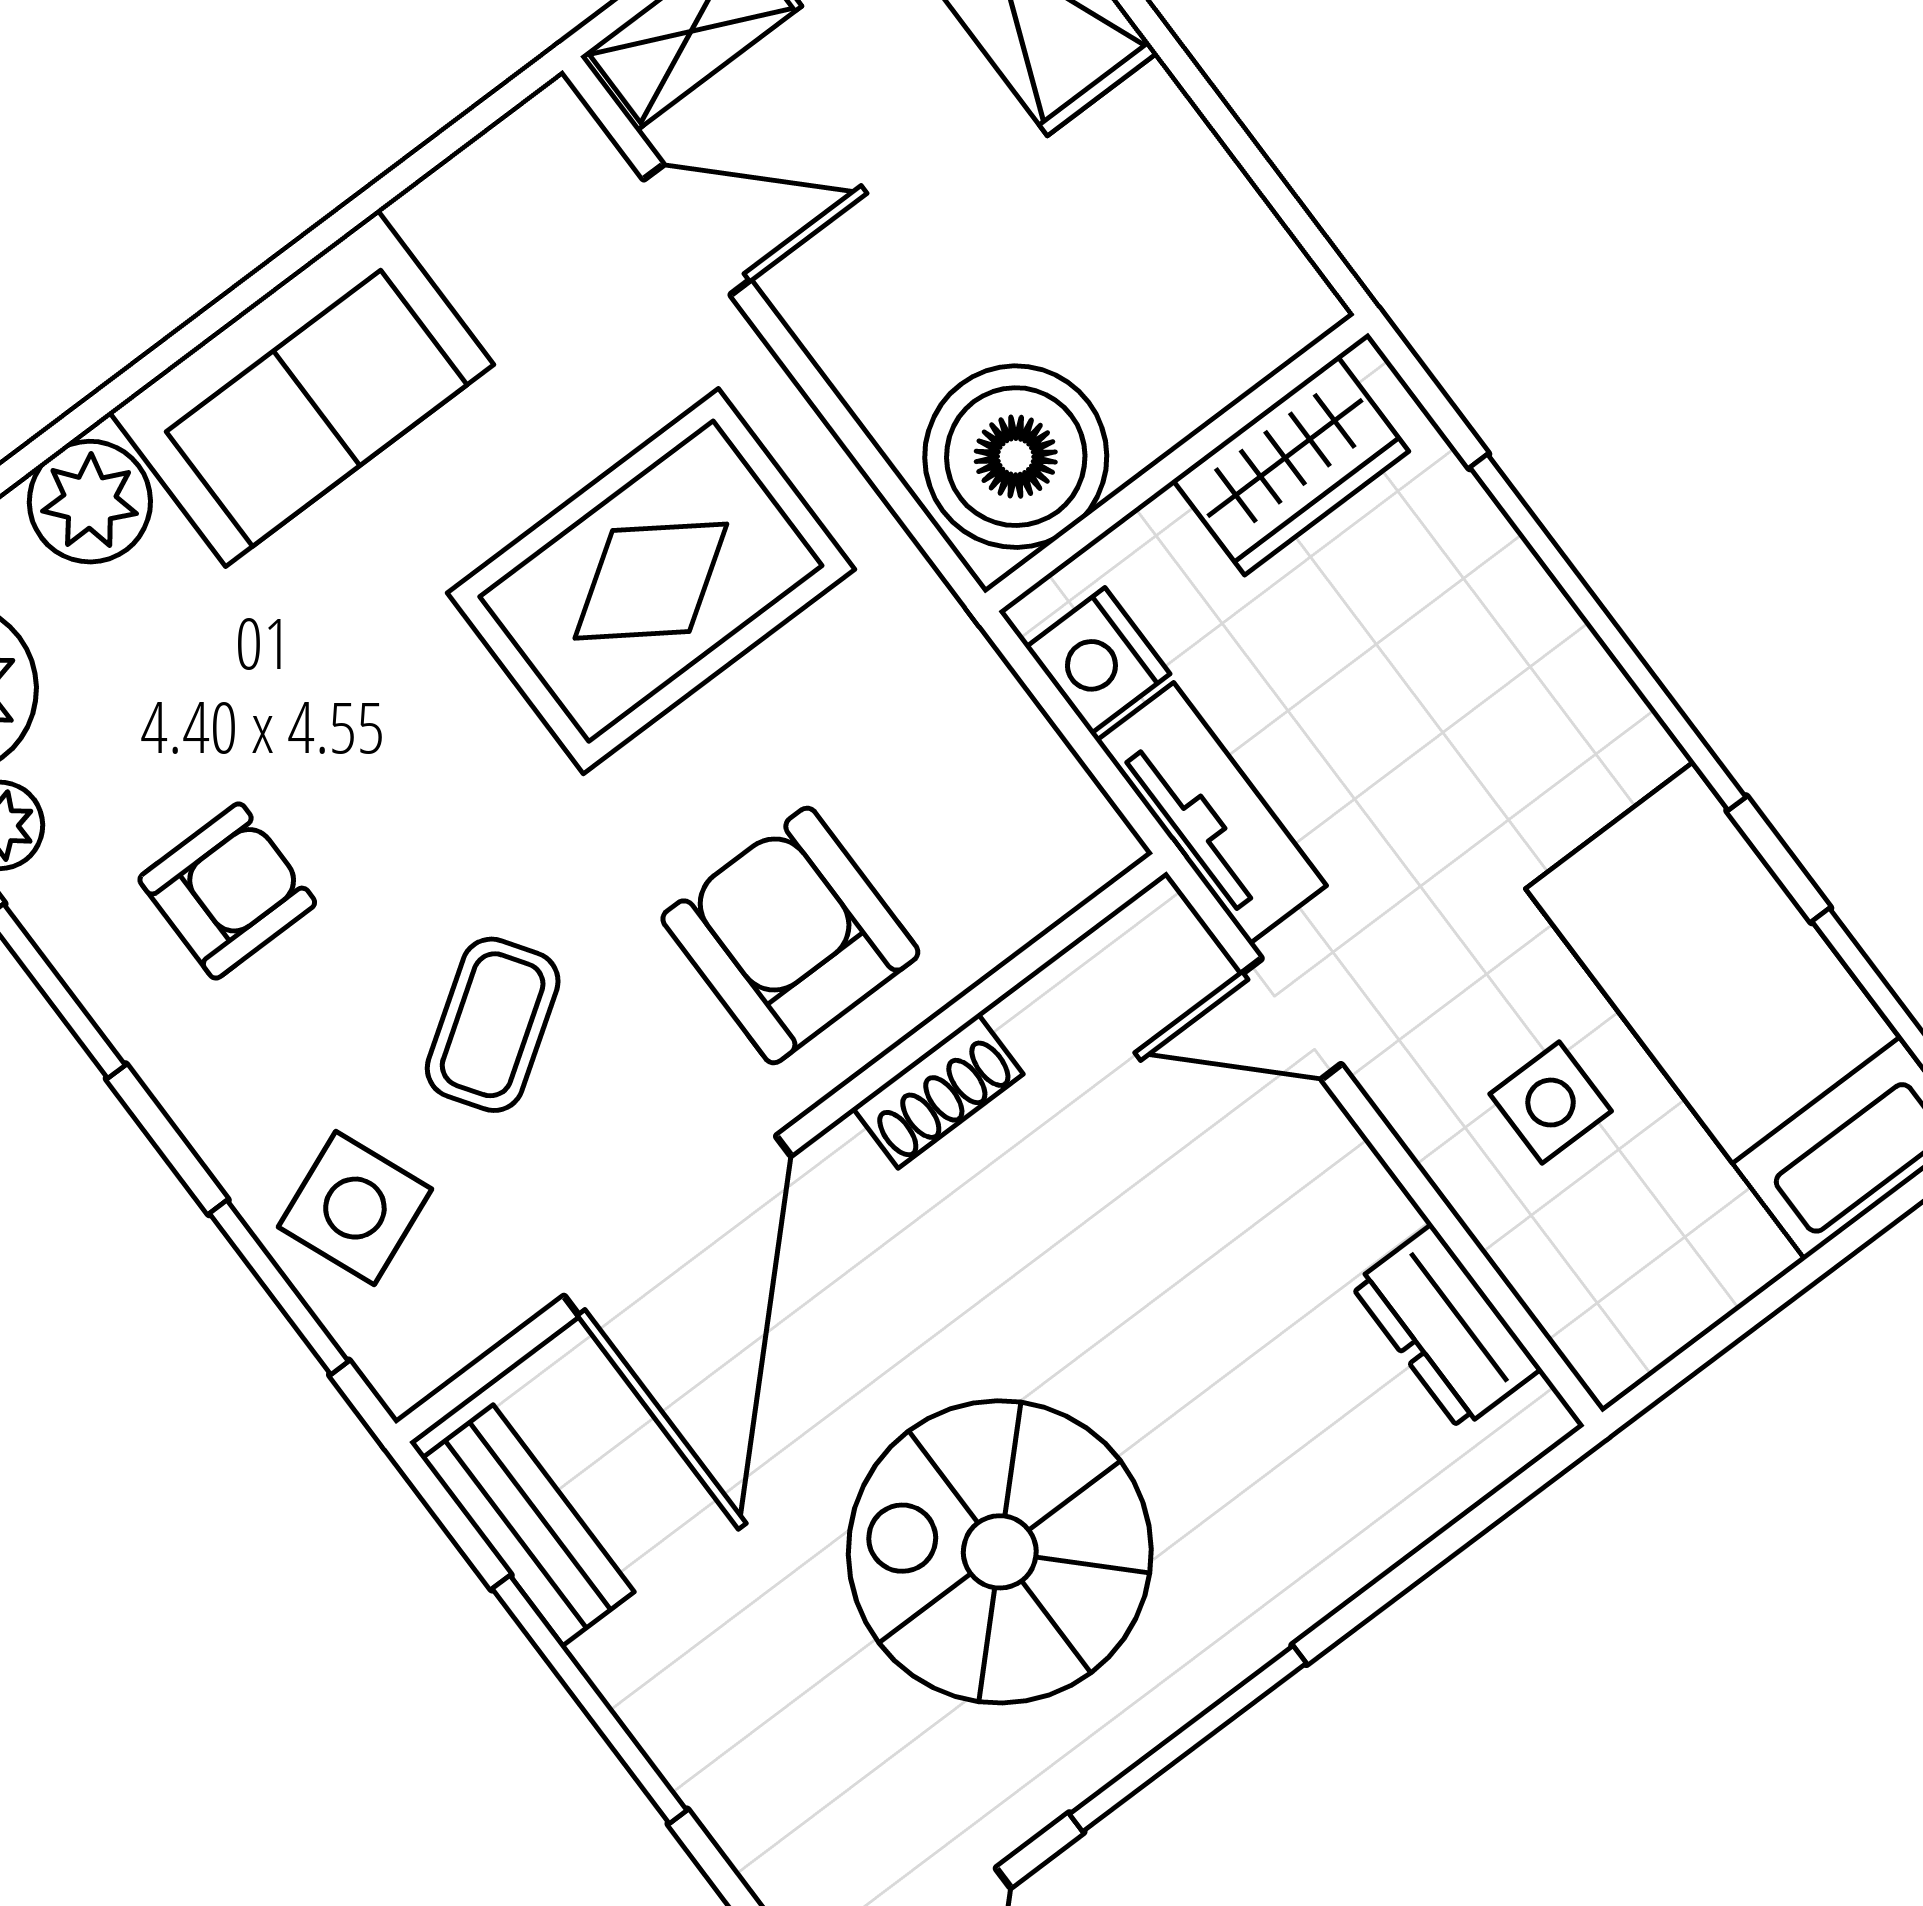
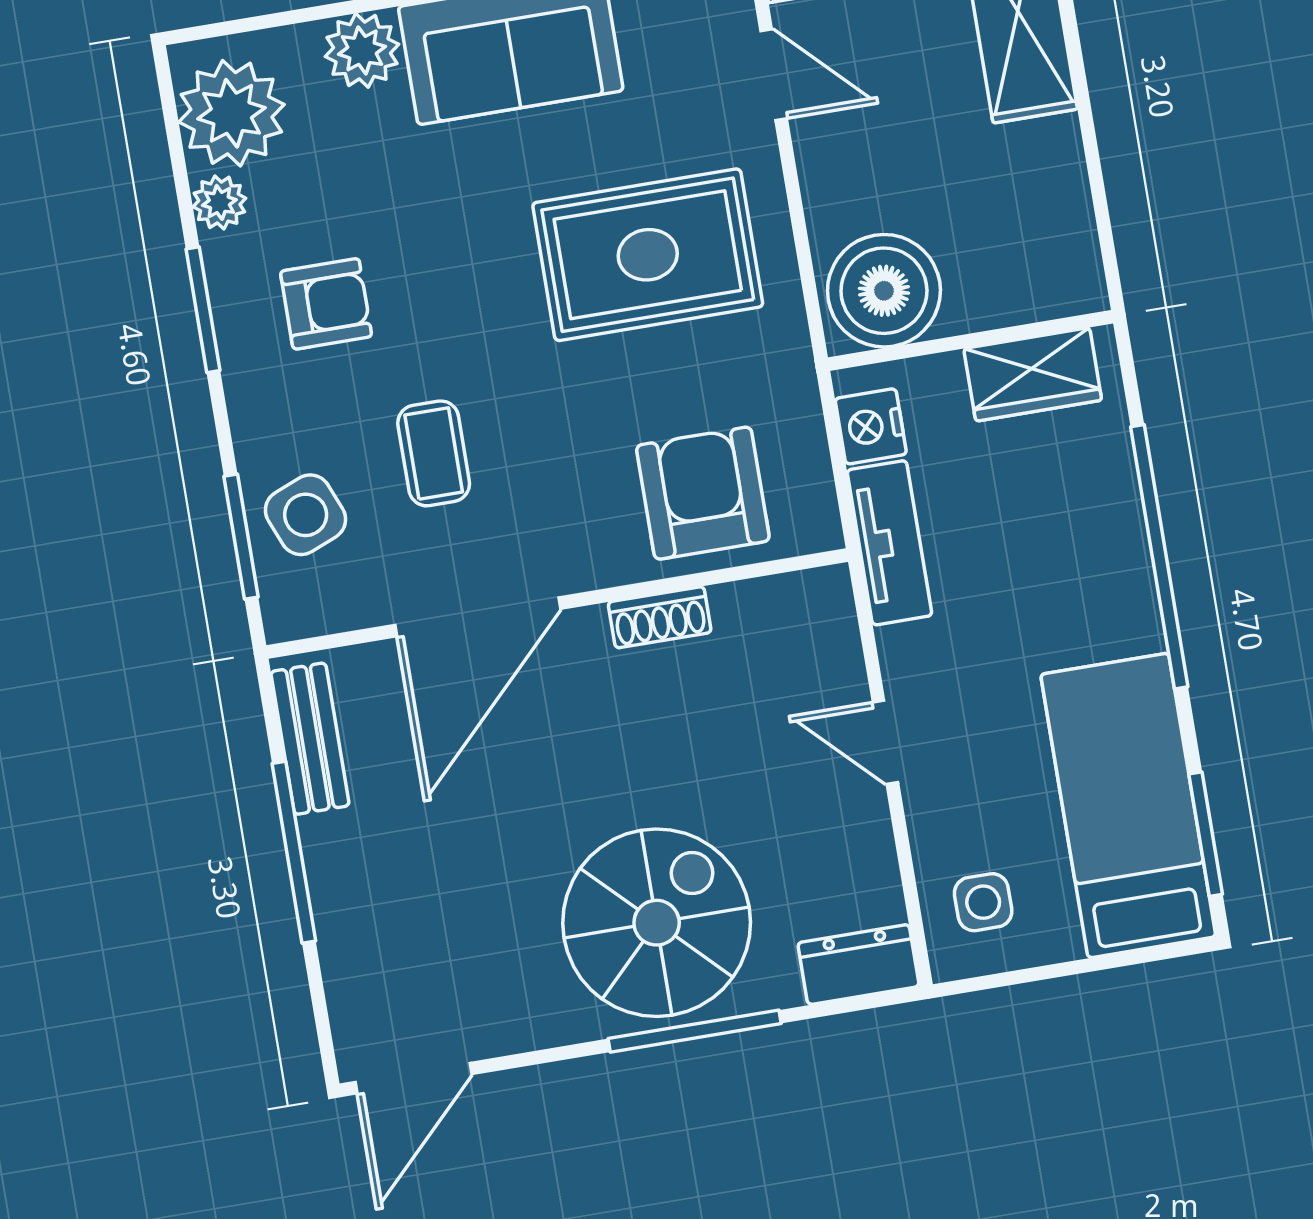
armchair: (790, 936) -> (703, 493), moved
door: (1292, 1019) -> (885, 742), moved
coffee table: (493, 1025) -> (434, 453), turned -56
side table: (1551, 1103) -> (983, 902), moved
dresser: (1446, 1327) -> (858, 965), moved, turned 90
spiral stairs: (1000, 1552) -> (657, 923), moved, turned 90
window: (1188, 1739) -> (695, 1031), moved

